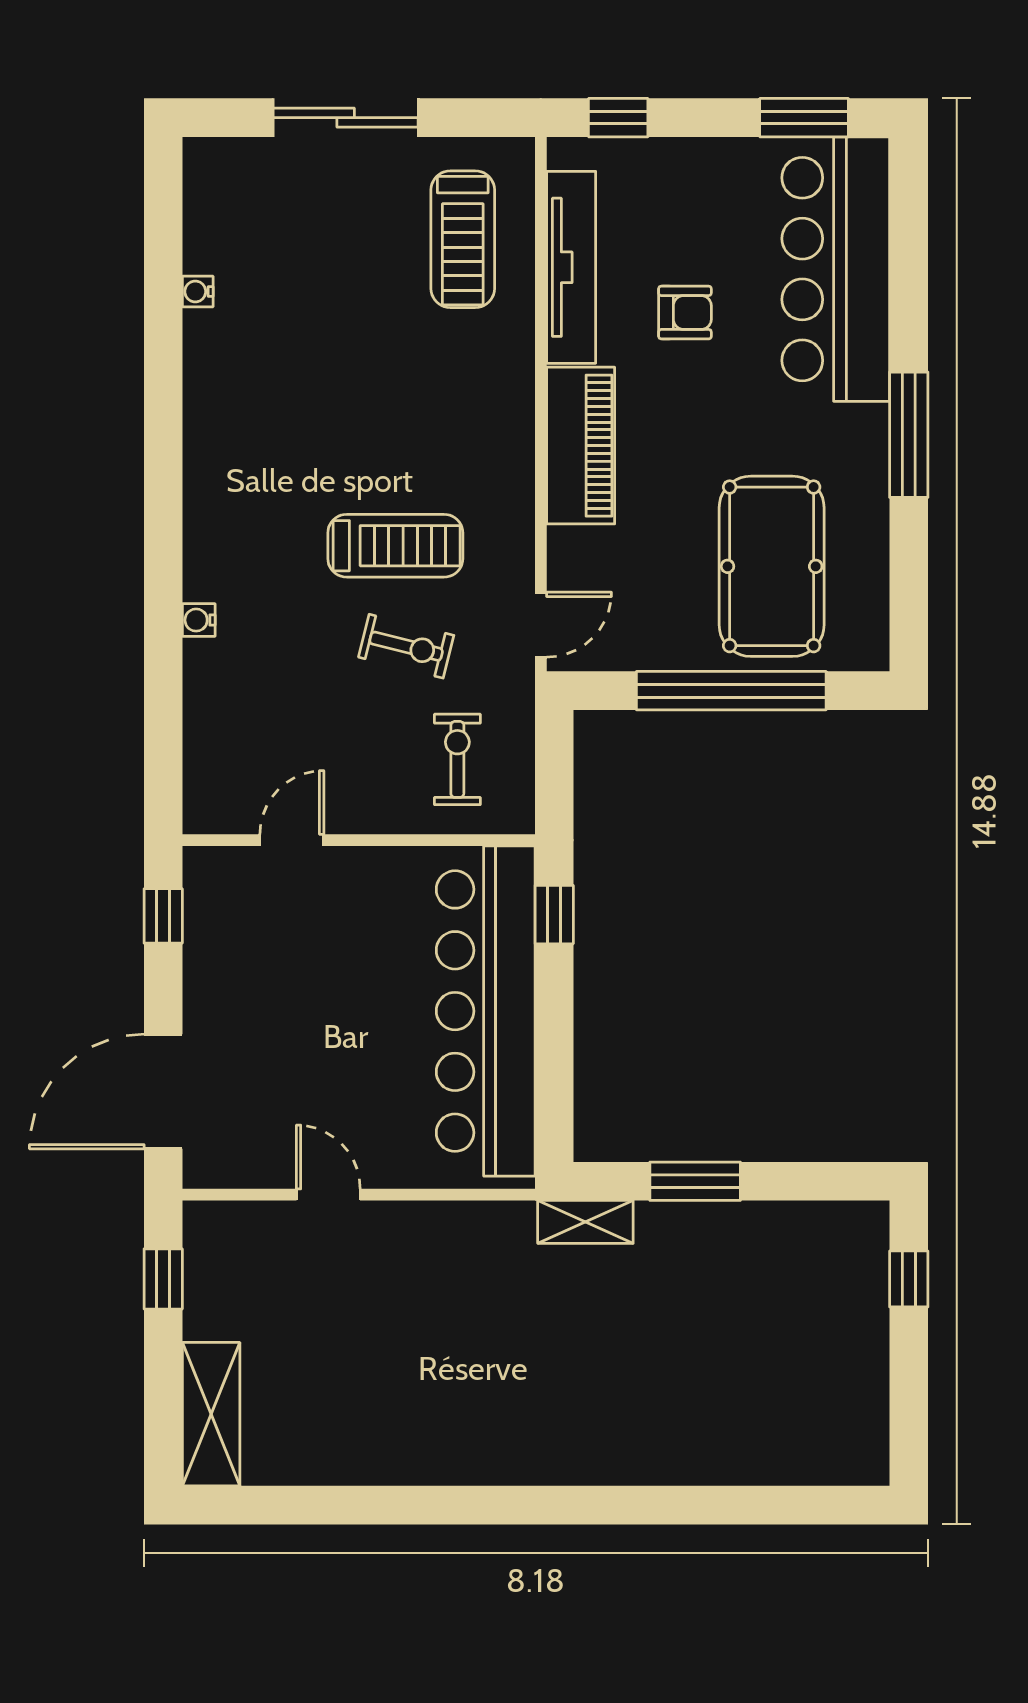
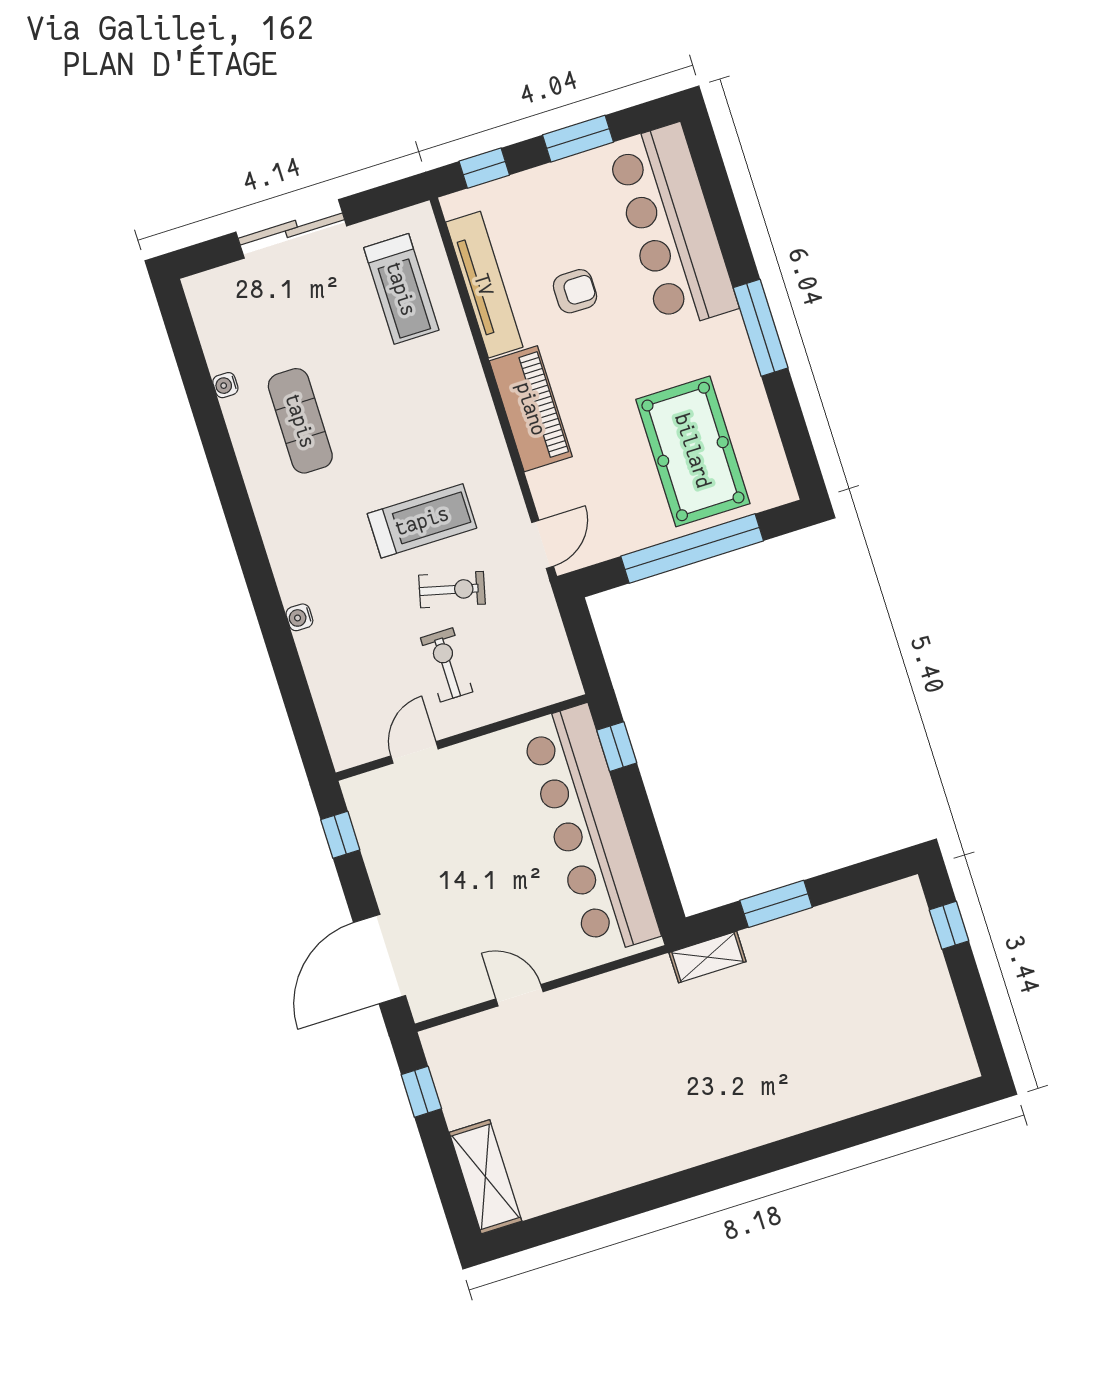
window: (804, 118) -> (578, 139), moved
exercise mat: (279, 368) -> (300, 421), added
exercise bike: (457, 759) -> (447, 665), moved

